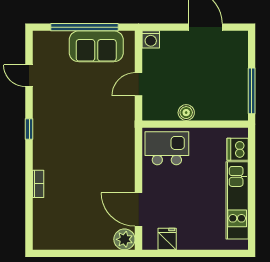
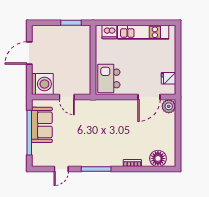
washing machine: (151, 39) -> (42, 84), width x1.89, depth x1.89
window: (252, 91) -> (71, 23), width x0.69
boiler: (186, 113) -> (85, 66), removed
window: (29, 129) -> (96, 169), width x2.17
floor lamp: (45, 223) -> (158, 158), added

